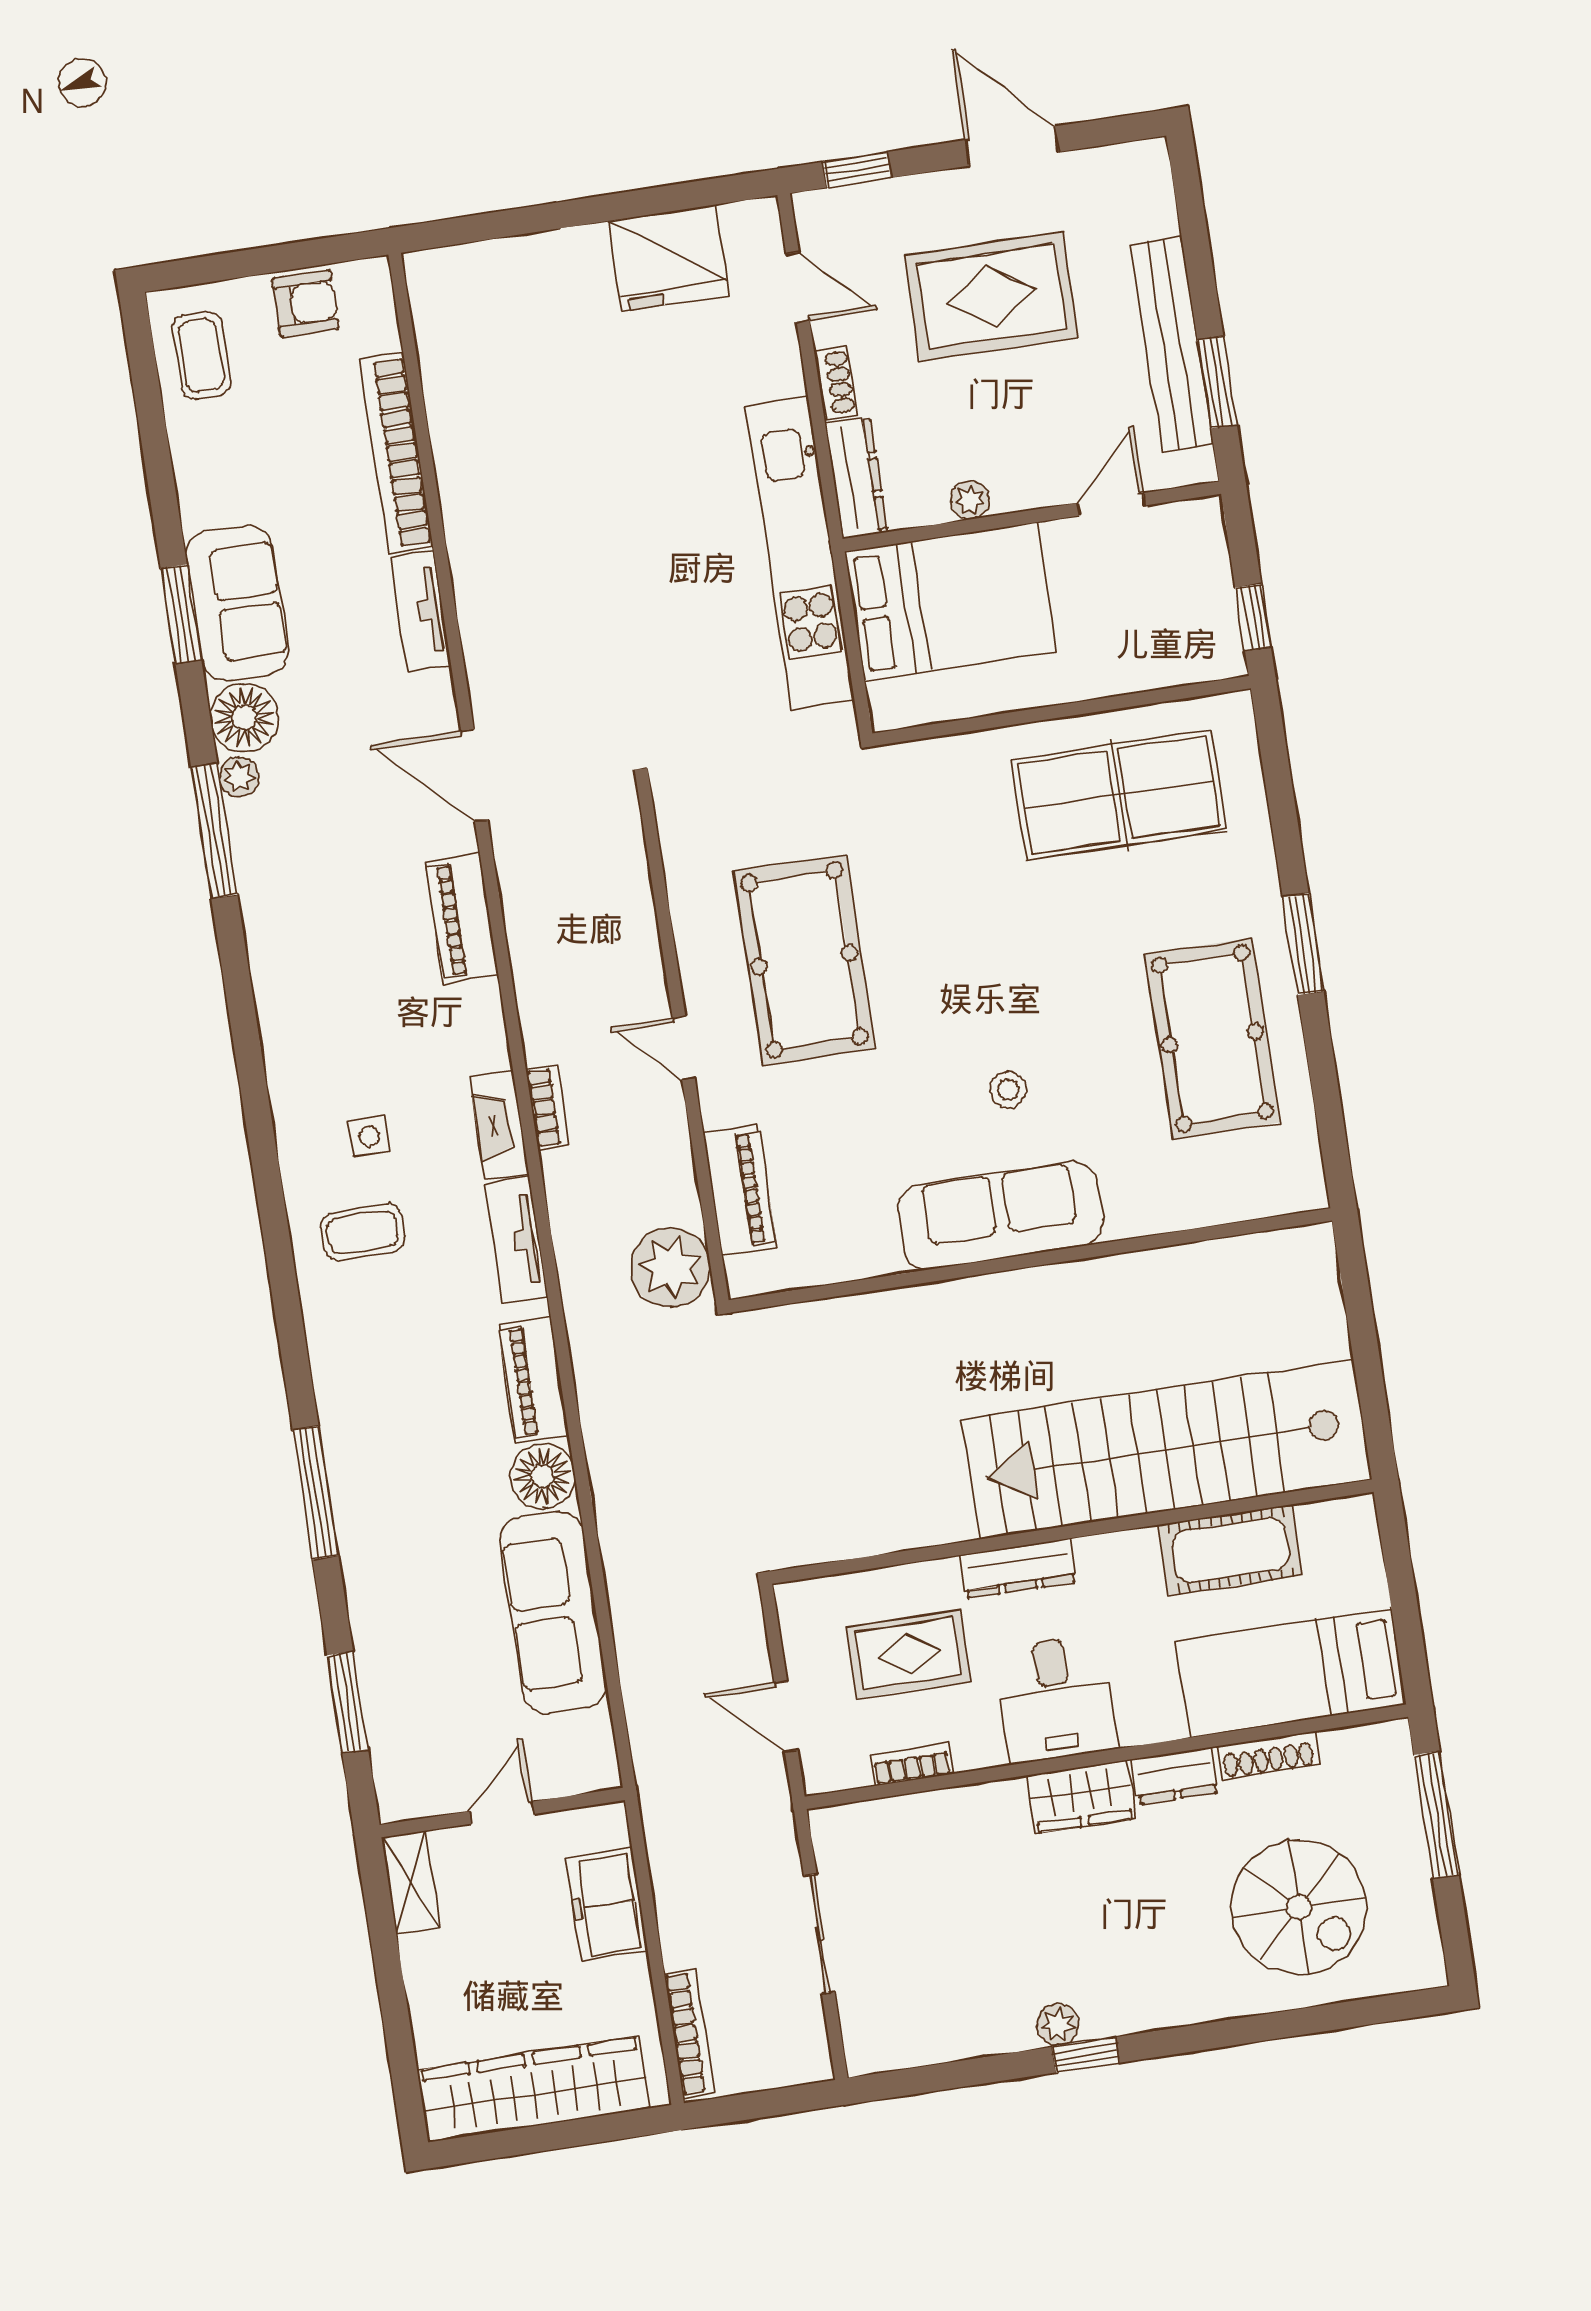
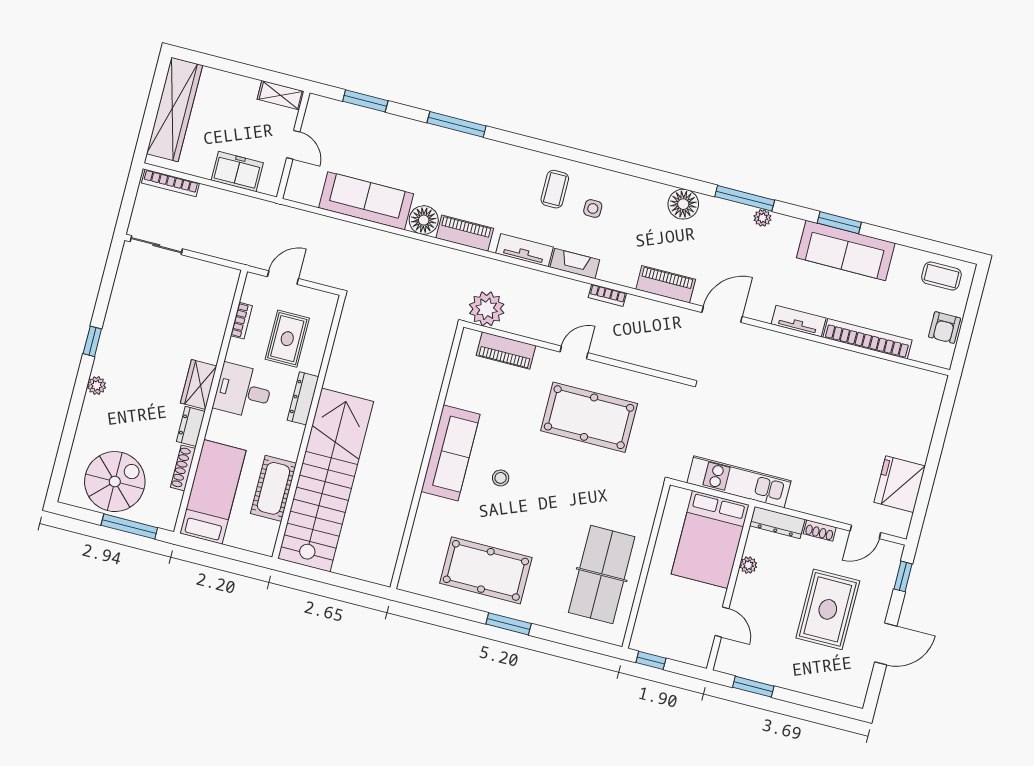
bench: (1172, 344) -> (777, 675), removed
kitchen unit: (800, 552) -> (739, 482), width x0.73
sofa: (237, 603) -> (846, 250), width x1.36
floor lamp: (244, 717) -> (683, 204), moved
bookcase: (548, 1107) -> (607, 295), moved
spiral stairs: (1299, 1907) -> (115, 482), moved, turned 180
sliding door: (819, 1934) -> (156, 245), moved
plant: (1058, 2025) -> (97, 386), moved

